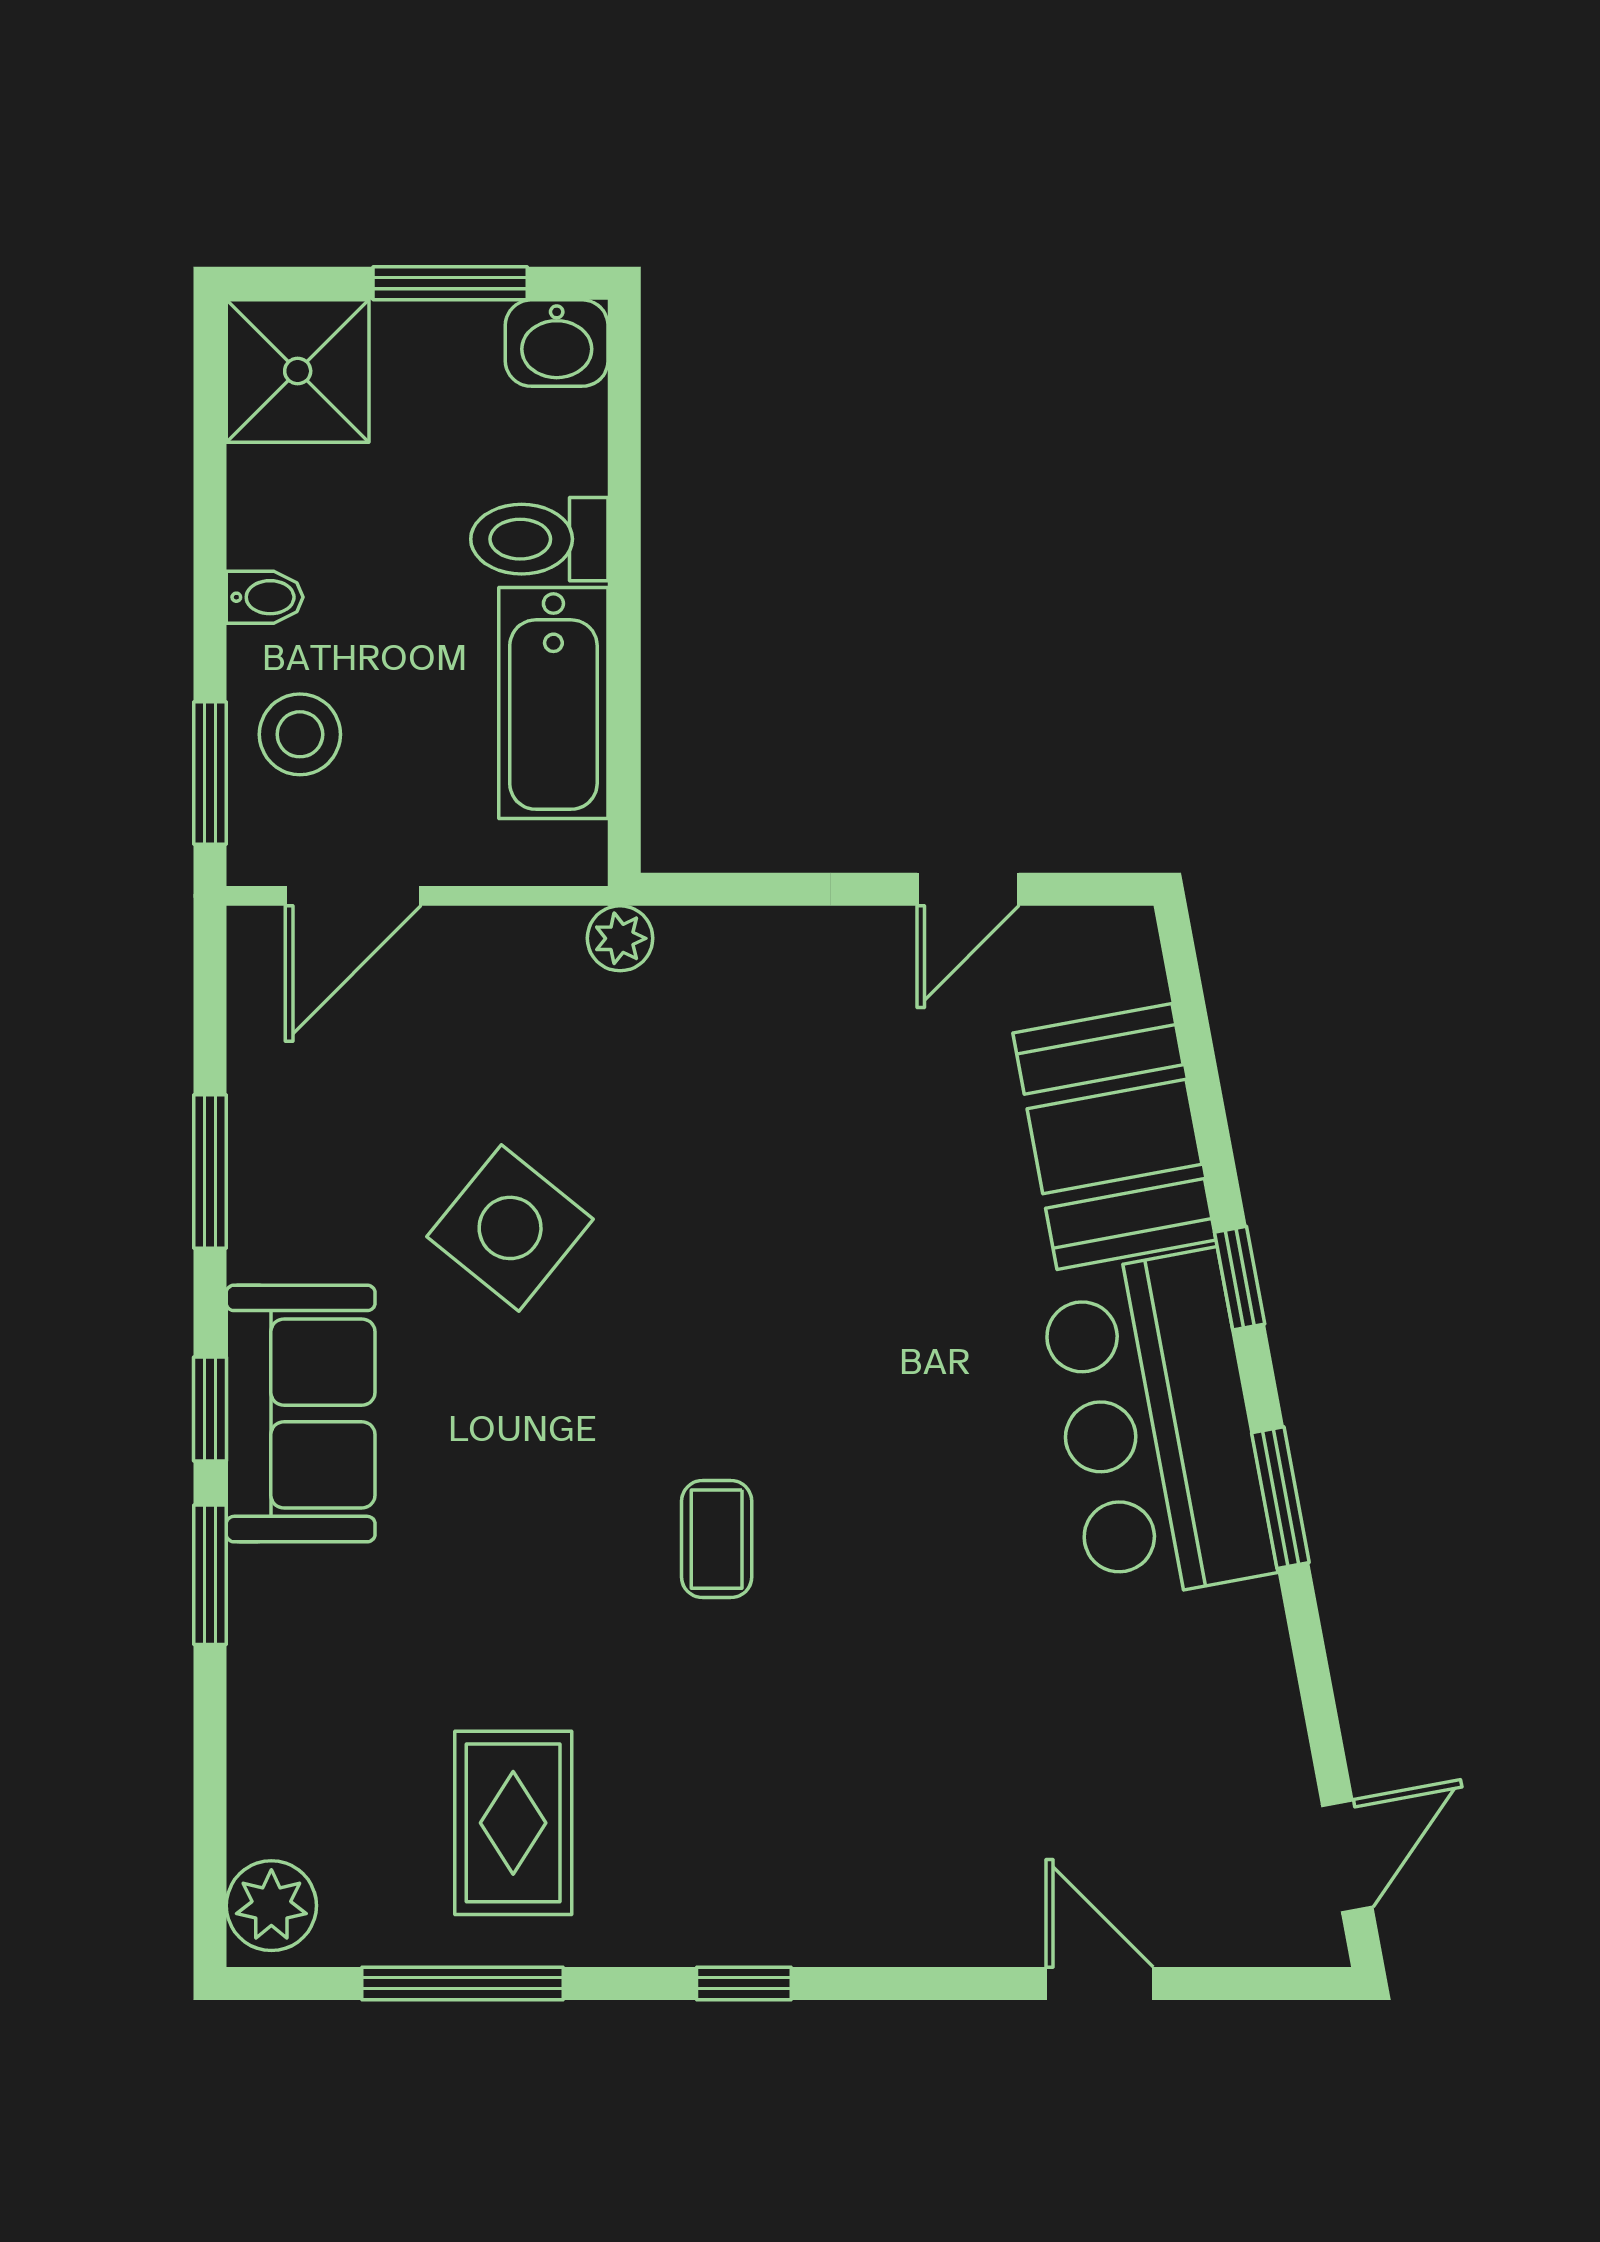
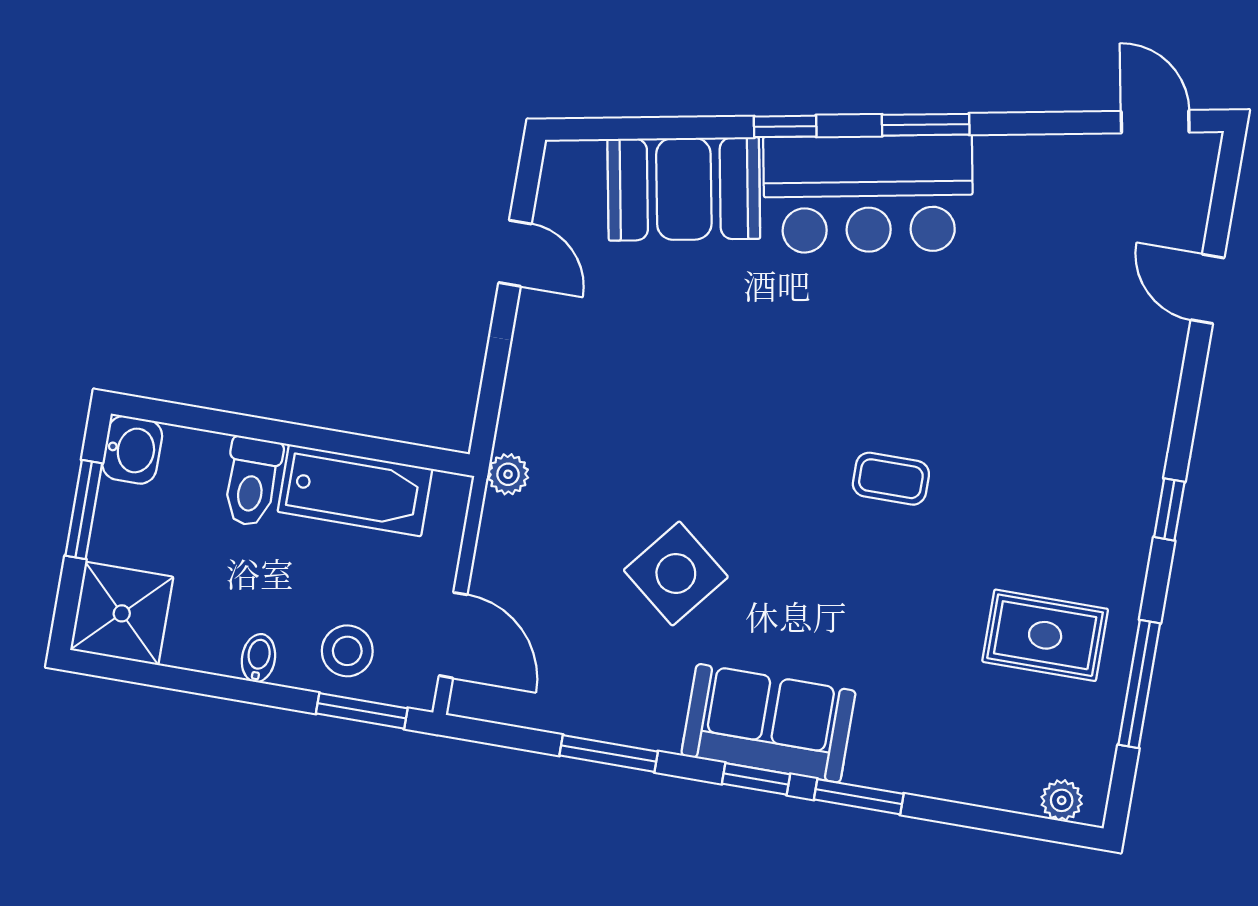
plant: (271, 1906) -> (1062, 800), width x0.73, depth x0.73
door: (1100, 1983) -> (1207, 289), hinge flipped

